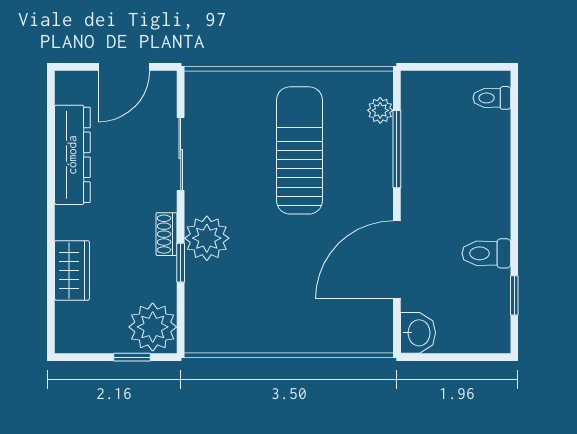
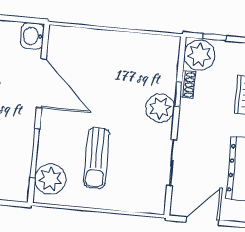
plant: (380, 110) -> (50, 179), width x1.88, depth x1.88
sun lounger: (299, 150) -> (96, 158), width x0.73, depth x0.75
shoe rack: (166, 234) -> (188, 85), moved
door: (397, 260) -> (41, 83), hinge flipped

